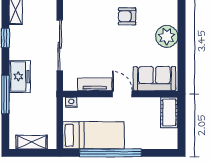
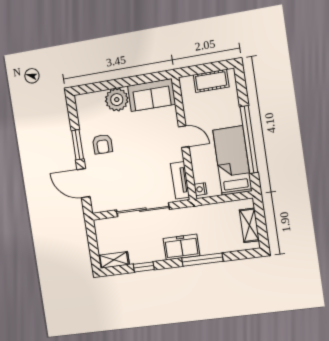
sofa: (154, 79) -> (152, 95), moved, turned -90
tv unit: (95, 84) -> (180, 180), moved
door: (122, 94) -> (184, 137), swing flipped
cot: (169, 112) -> (211, 81), moved

